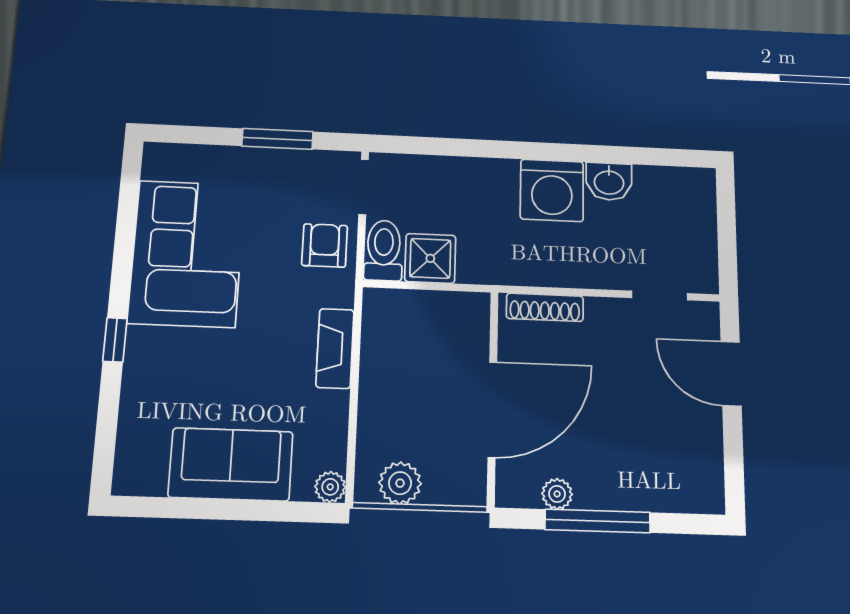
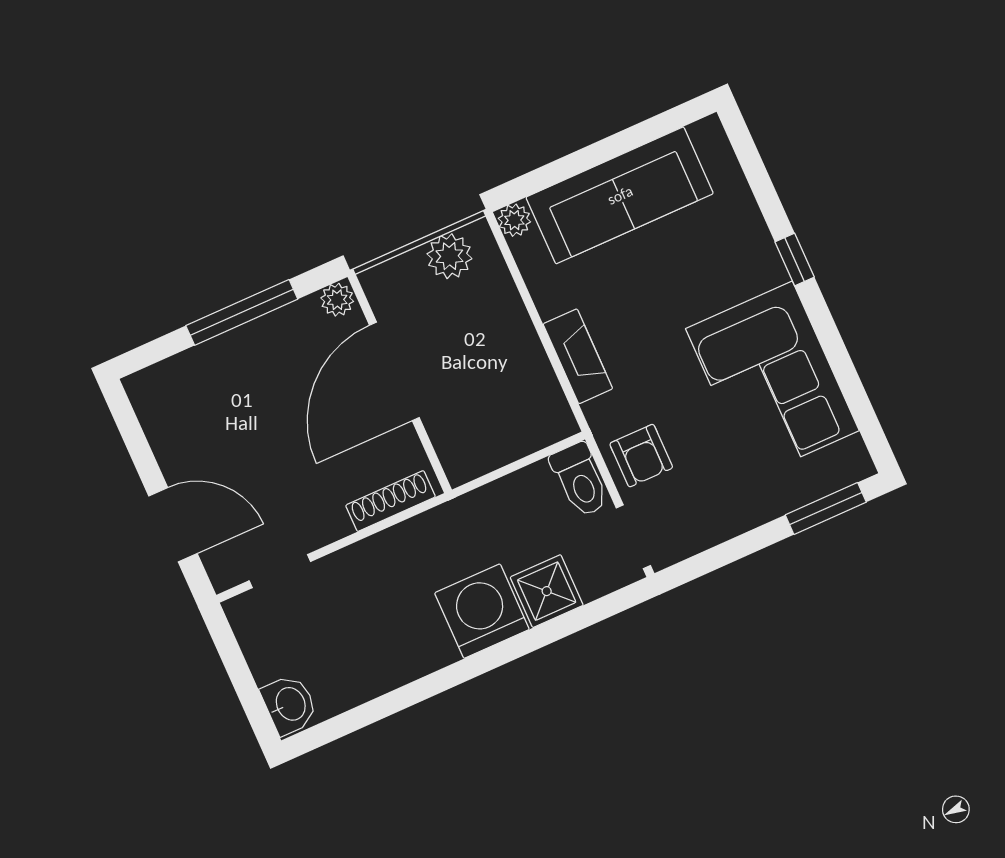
window: (278, 139) -> (826, 509), moved
washbasin: (609, 181) -> (290, 704), moved, turned 90
washing machine: (552, 190) -> (482, 611), moved
shower: (430, 258) -> (547, 591), moved
sofa: (231, 464) -> (620, 195), width x1.36
plant: (557, 494) -> (337, 300), moved

